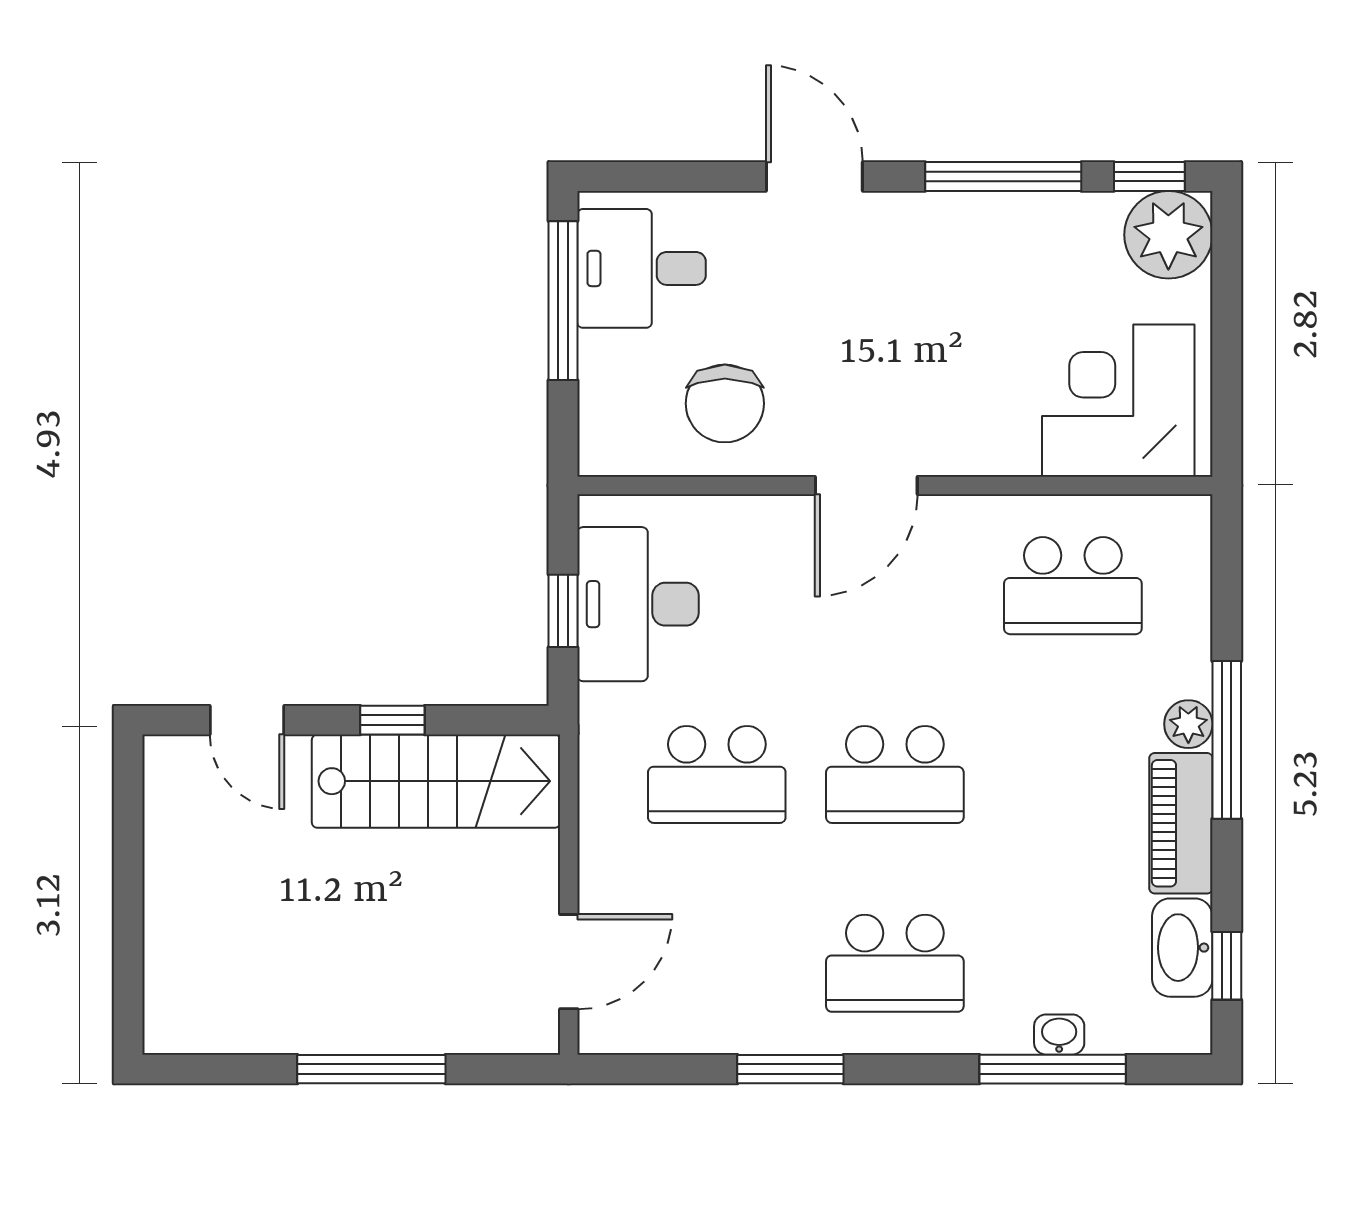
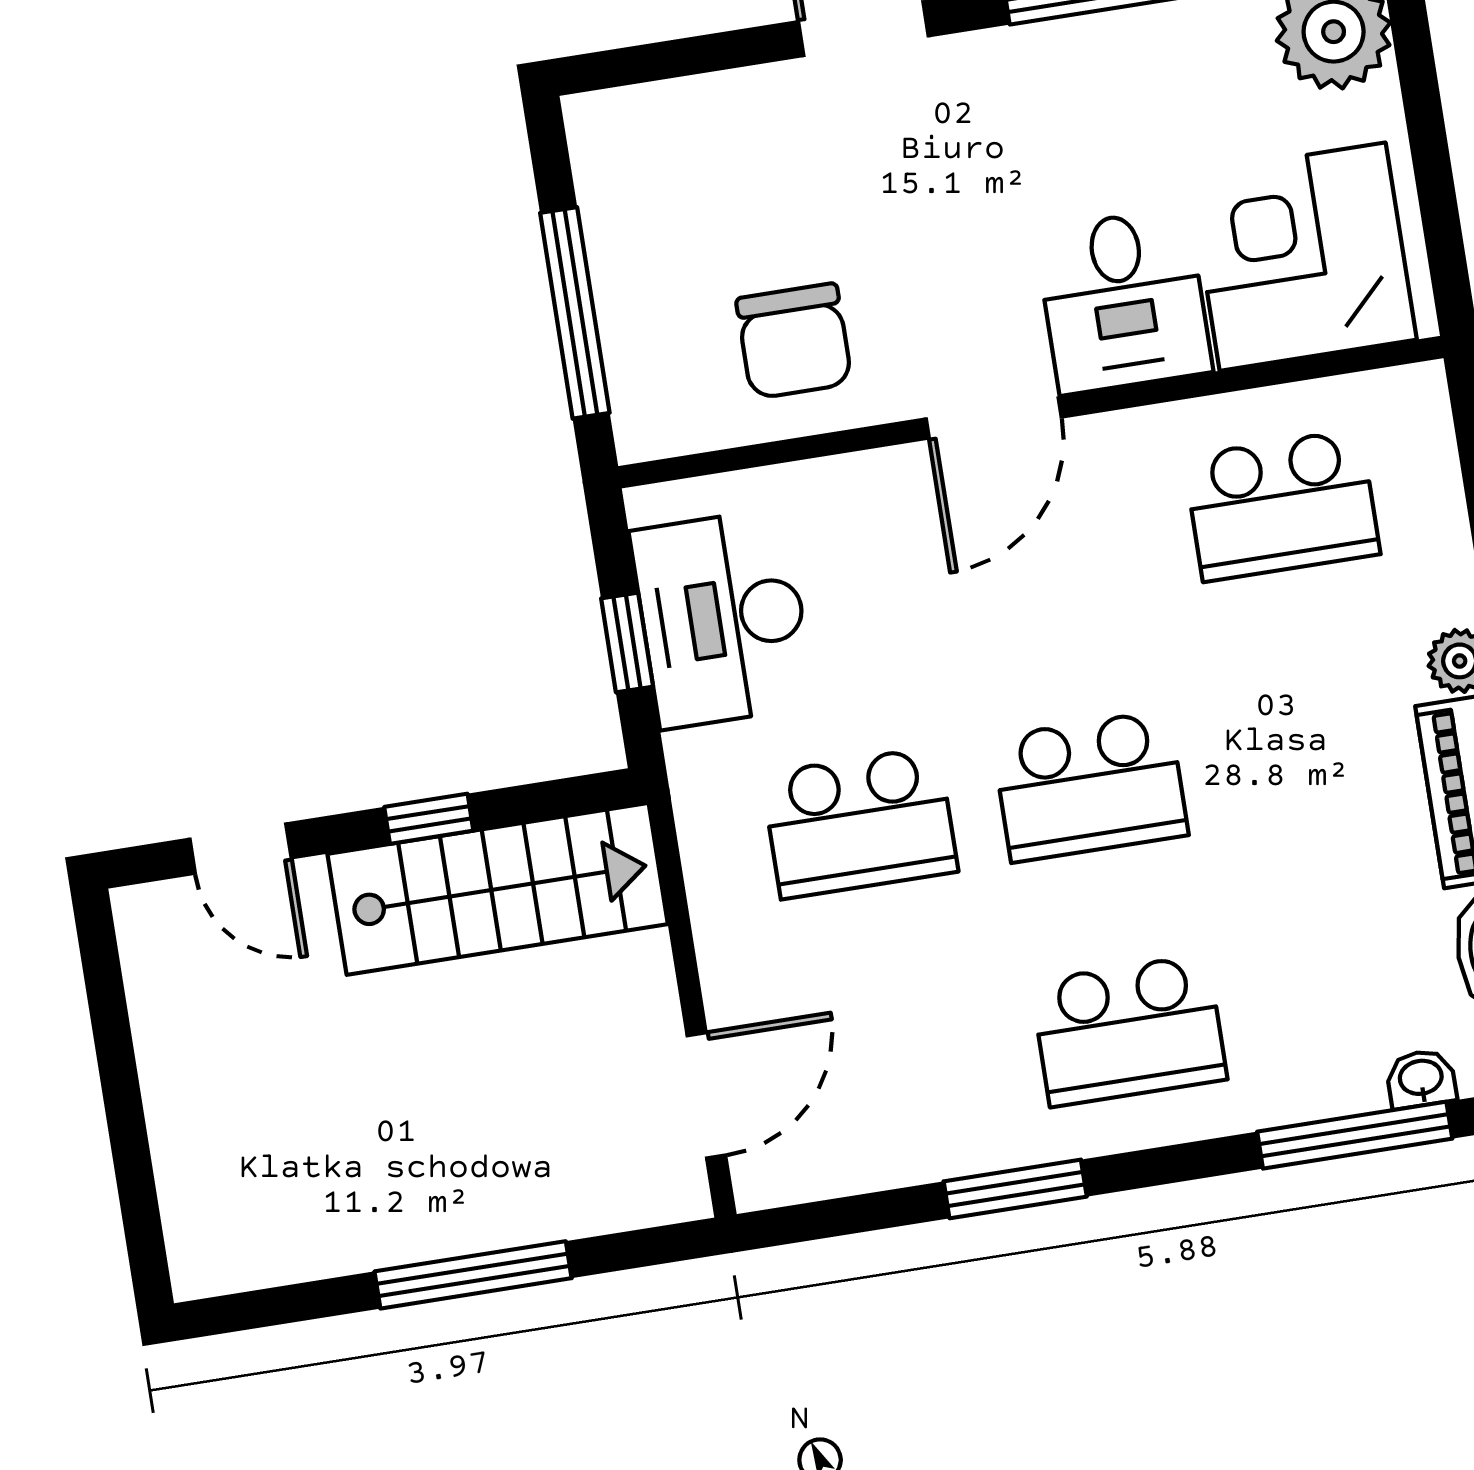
desk: (641, 268) -> (1123, 301), moved, turned -90
window: (563, 301) -> (575, 313), moved
washbasin: (1059, 1035) -> (1421, 1079), moved

